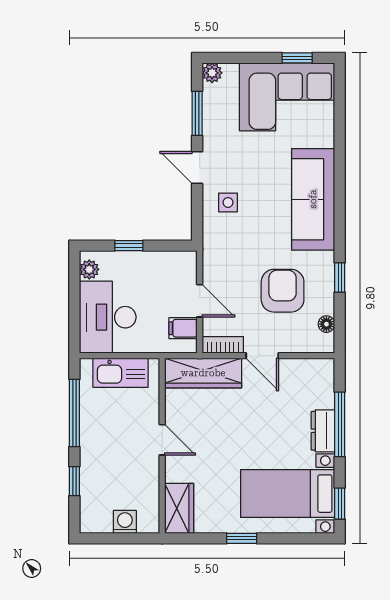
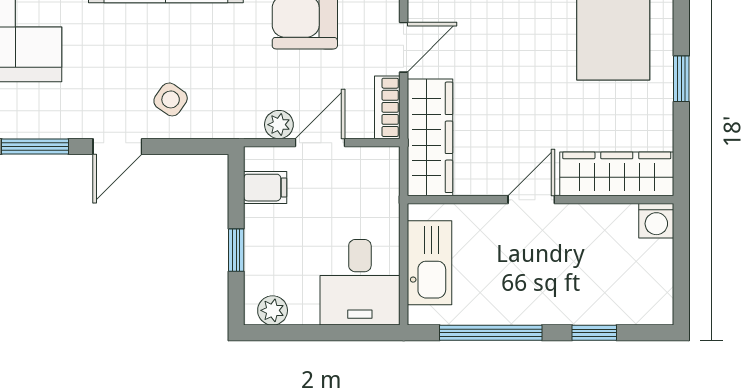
side table: (228, 202) -> (171, 99), turned 35
plant: (211, 274) -> (279, 125), added
desk: (108, 317) -> (360, 282), width x0.73
filing cabinet: (183, 328) -> (265, 188), moved, turned -90
wardrobe: (179, 508) -> (617, 174), width x1.50
washing machine: (125, 522) -> (656, 221), moved, turned -90

